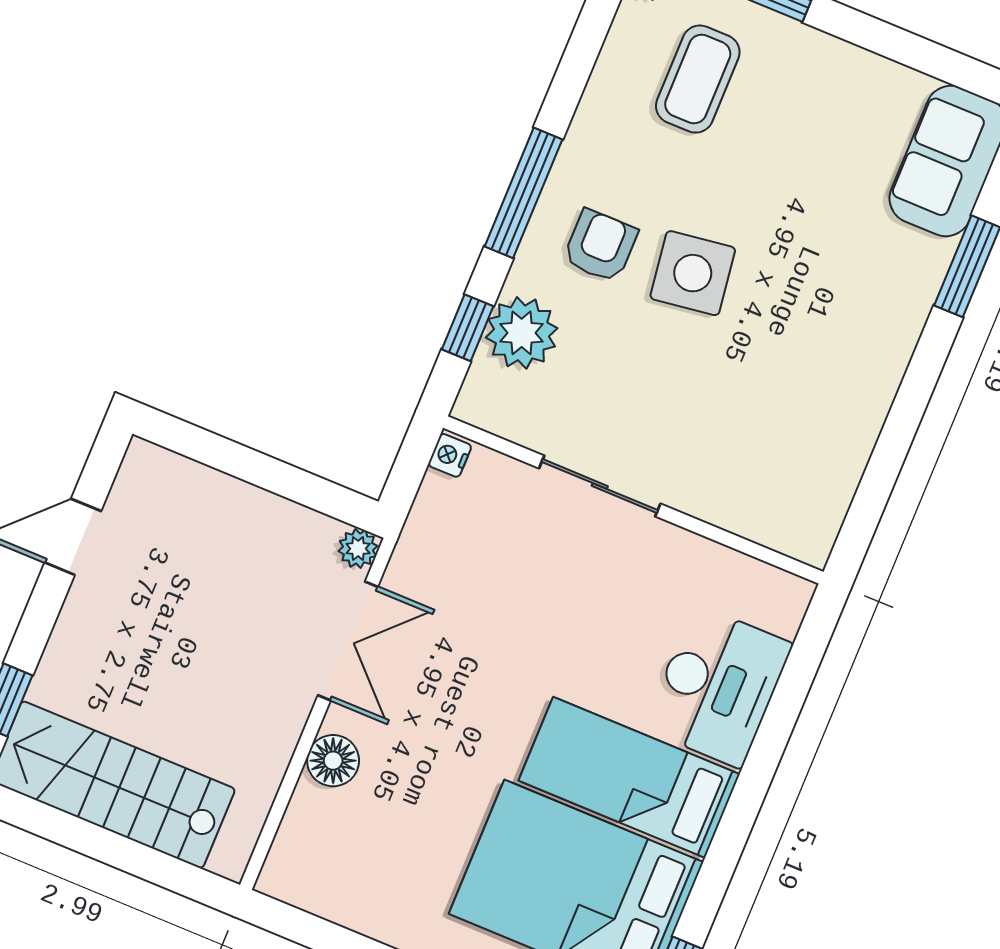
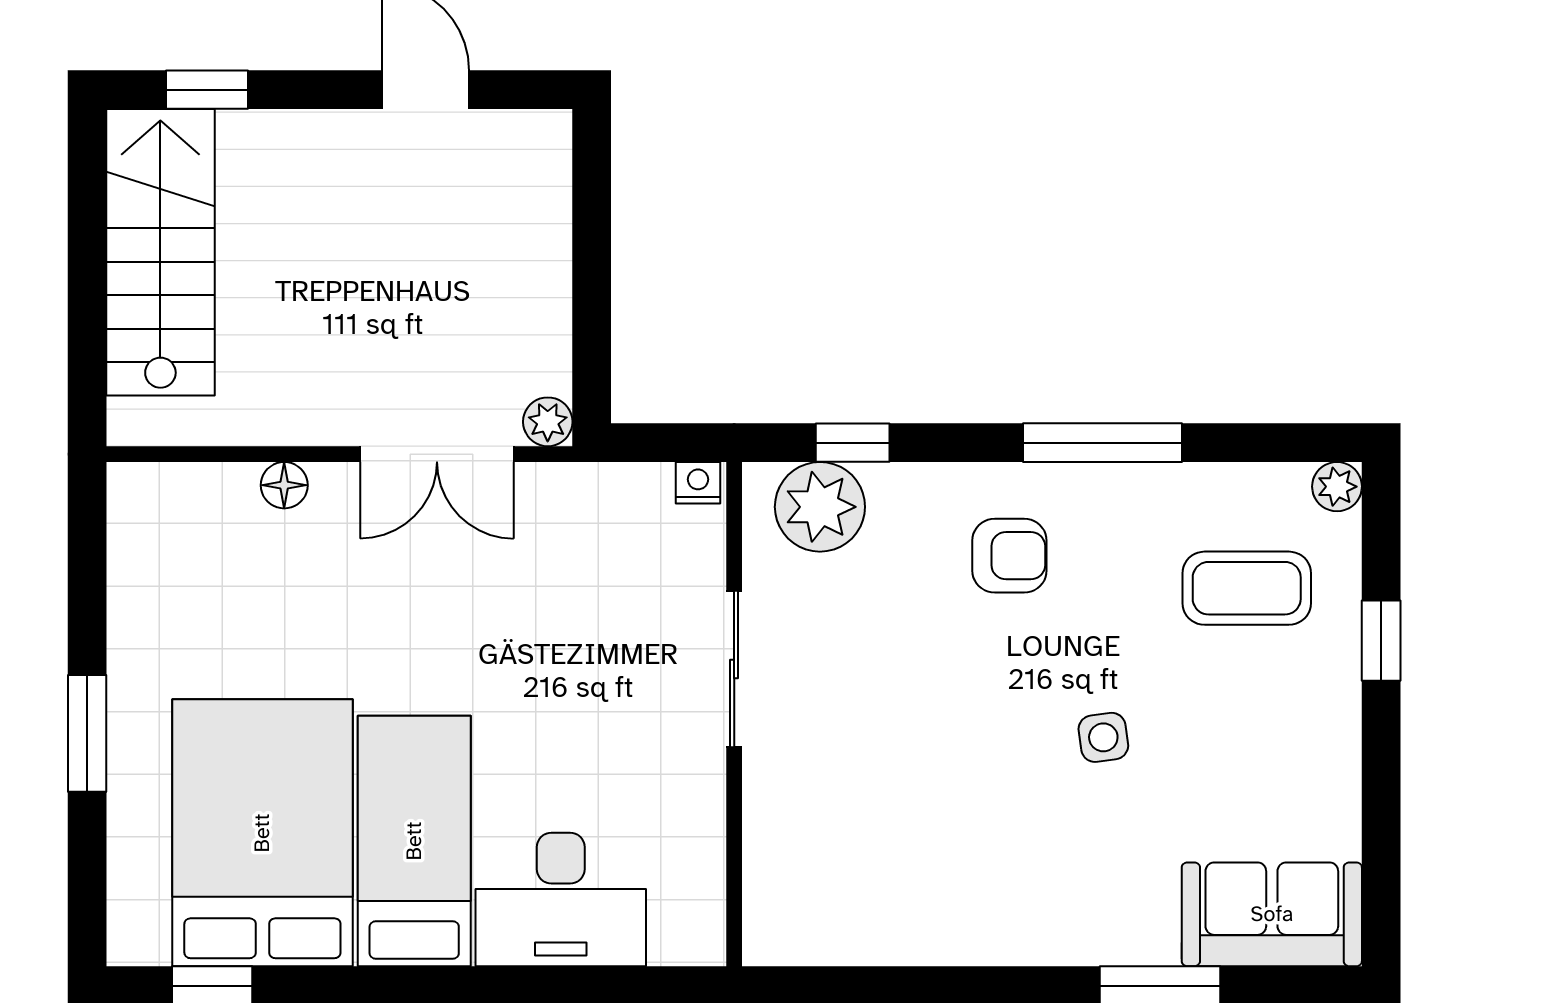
window: (523, 193) -> (1103, 443), moved
side table: (693, 273) -> (1103, 737), moved, width x0.54, depth x0.54
plant: (522, 333) -> (820, 507), moved
floor lamp: (333, 761) -> (284, 485), width x0.73, depth x0.73

